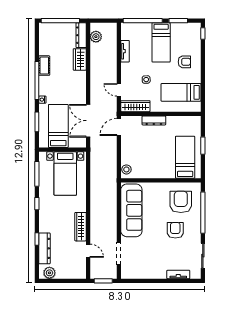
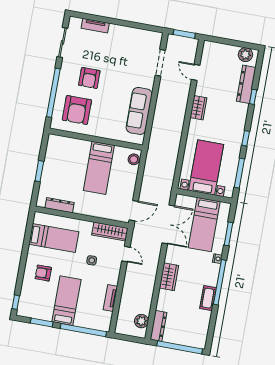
wardrobe: (80, 59) -> (169, 277), moved
dresser: (154, 120) -> (60, 205), moved
bed: (185, 157) -> (99, 168), moved
sofa: (131, 210) -> (139, 111), width x0.74, depth x0.79
wardrobe: (80, 227) -> (198, 108), width x0.67

